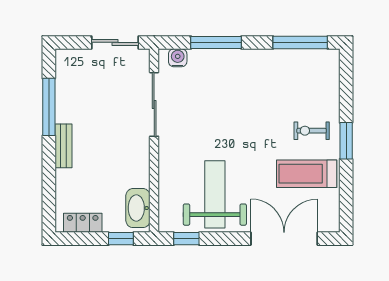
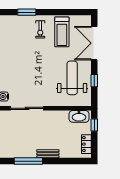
window: (346, 141) -> (27, 12), moved
weight bench: (215, 194) -> (72, 78), turned 90
window: (186, 239) -> (94, 81), moved

